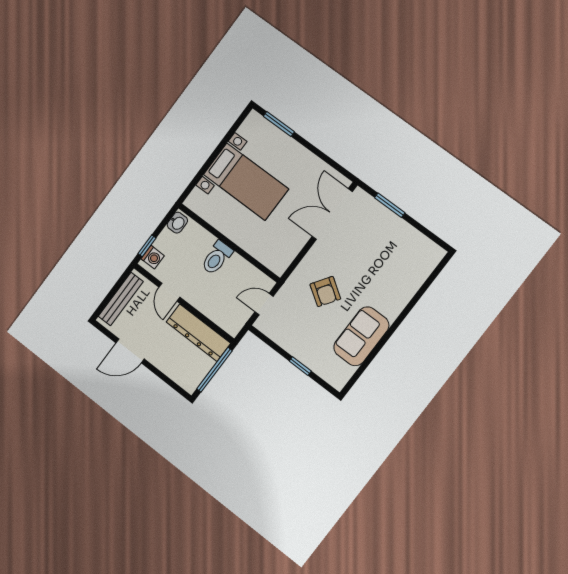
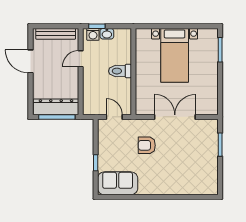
double door: (332, 214) -> (175, 117), moved
washbasin: (177, 223) -> (107, 34), moved
armchair: (325, 292) -> (147, 145), turned 56
dresser: (198, 333) -> (56, 107), moved, turned 90
sofa: (361, 336) -> (118, 183), moved

